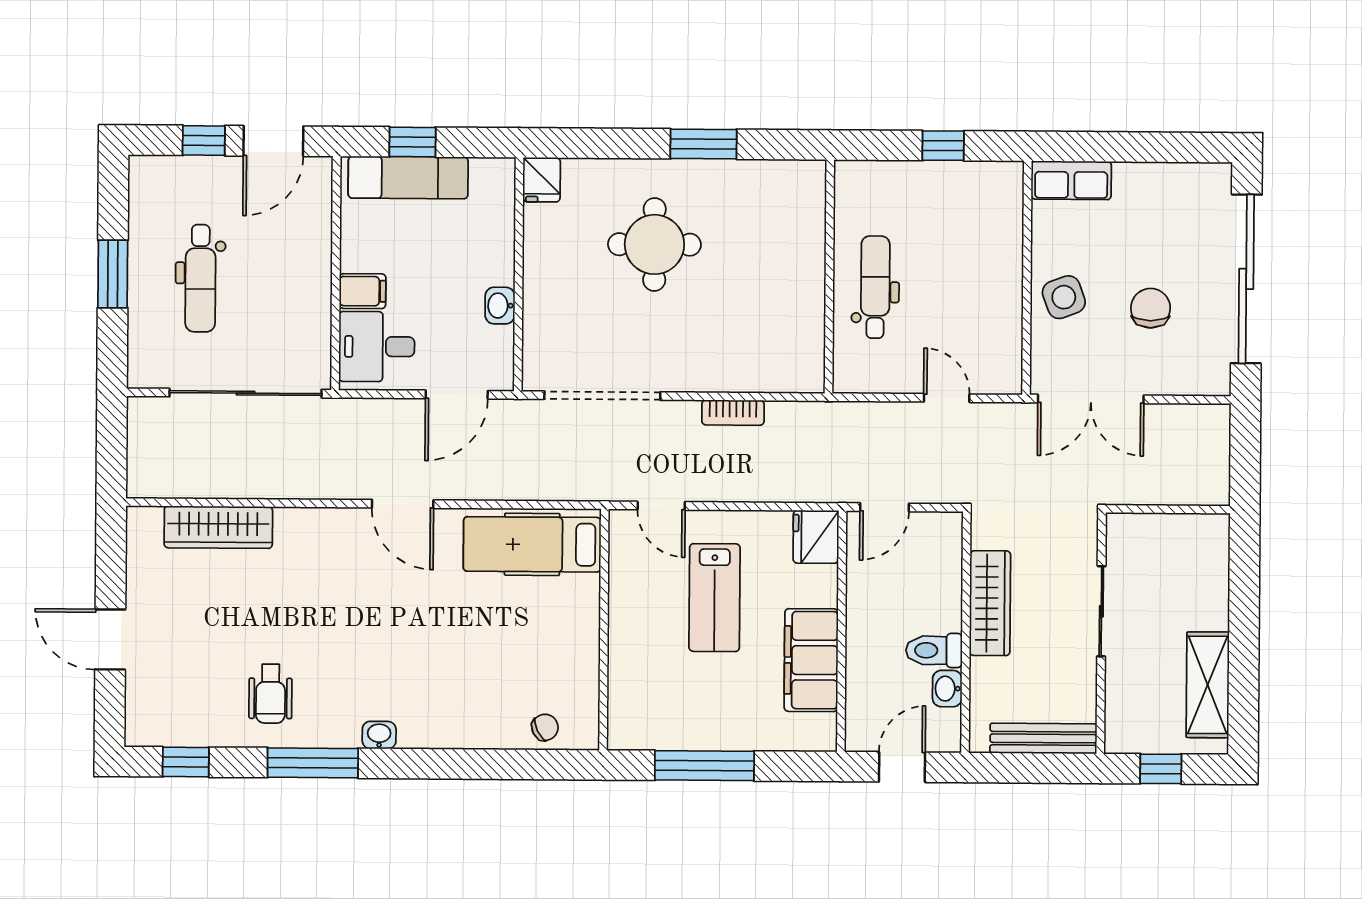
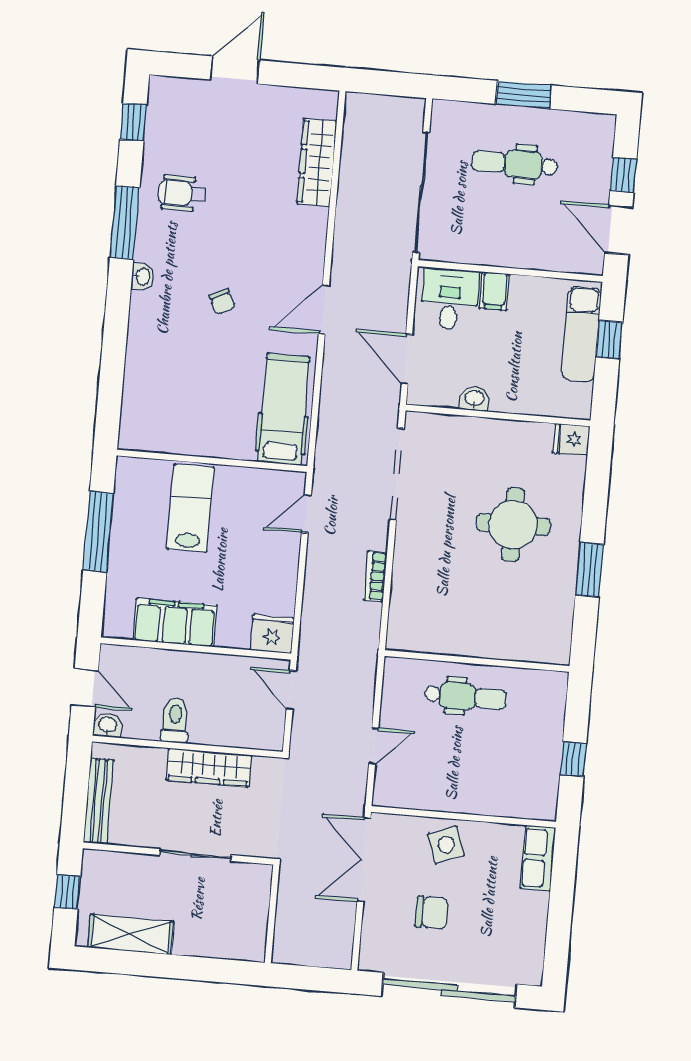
lab bench: (714, 598) -> (191, 508), moved, turned 90
washbasin: (947, 689) -> (108, 725), moved
chair: (545, 727) -> (222, 302), moved

